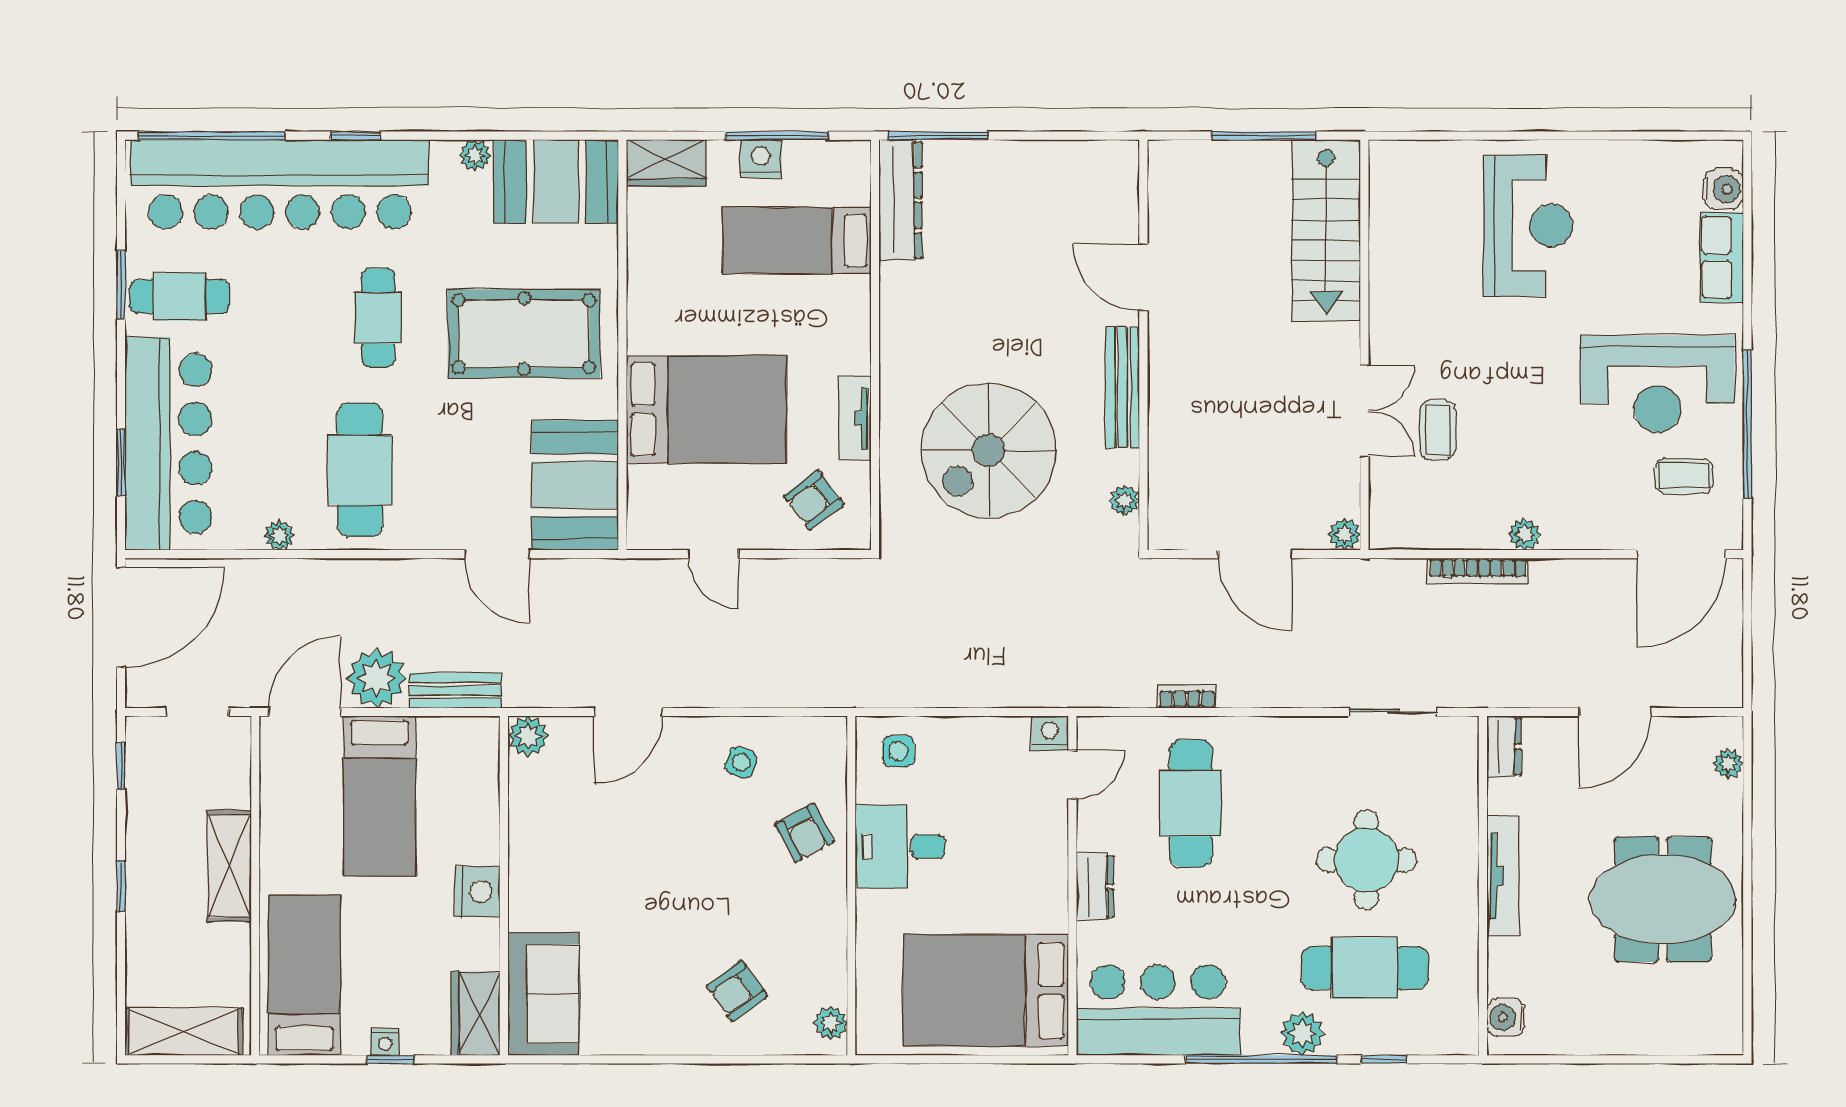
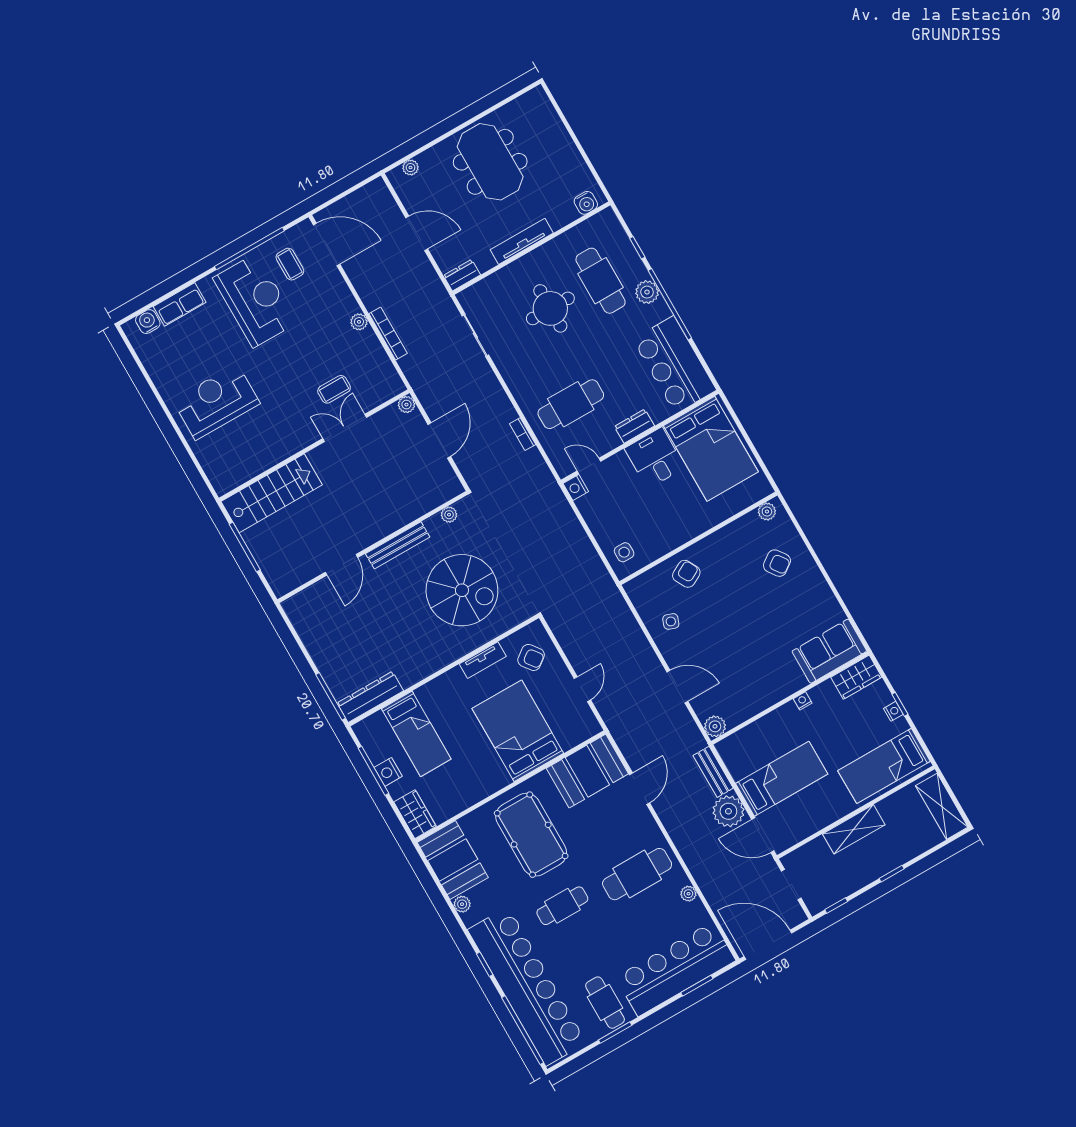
desk: (900, 847) -> (655, 458), moved, turned 180
nightstand: (477, 892) -> (803, 701), width x0.53, depth x0.56

